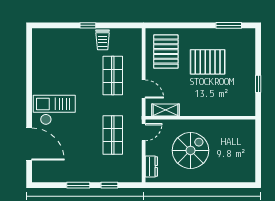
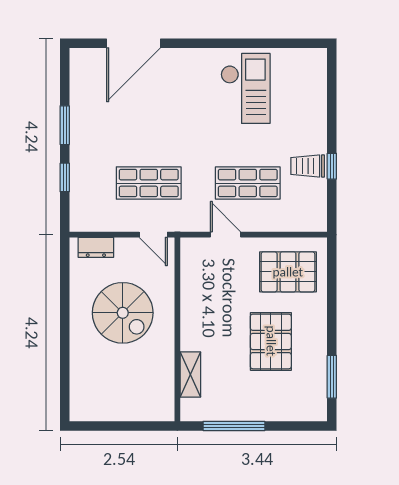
window: (88, 25) -> (332, 166), moved
window: (258, 84) -> (234, 426), width x2.17
door: (144, 89) -> (225, 235), swing flipped
checkout: (54, 110) -> (246, 88), moved
shelving: (165, 110) -> (190, 375), moved

